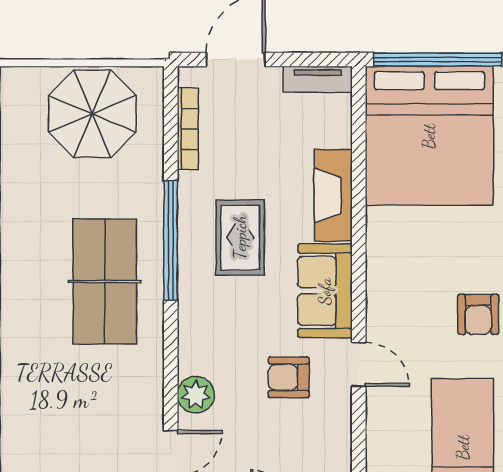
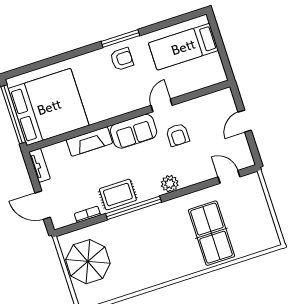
bookcase: (188, 129) -> (87, 214), width x0.64
rug: (240, 237) -> (118, 195), moved
table tennis table: (105, 282) -> (211, 233), moved, turned 90
plant: (196, 395) -> (170, 184), moved

